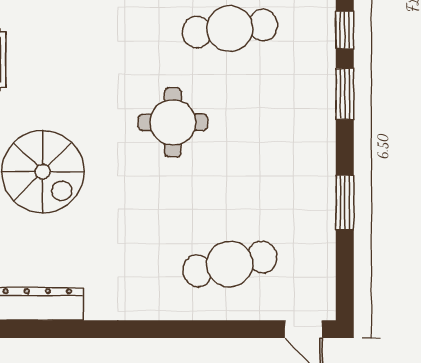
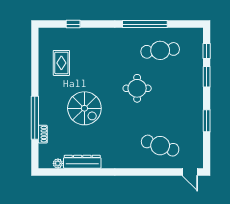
cafe table: (230, 264) -> (160, 146), turned 30

